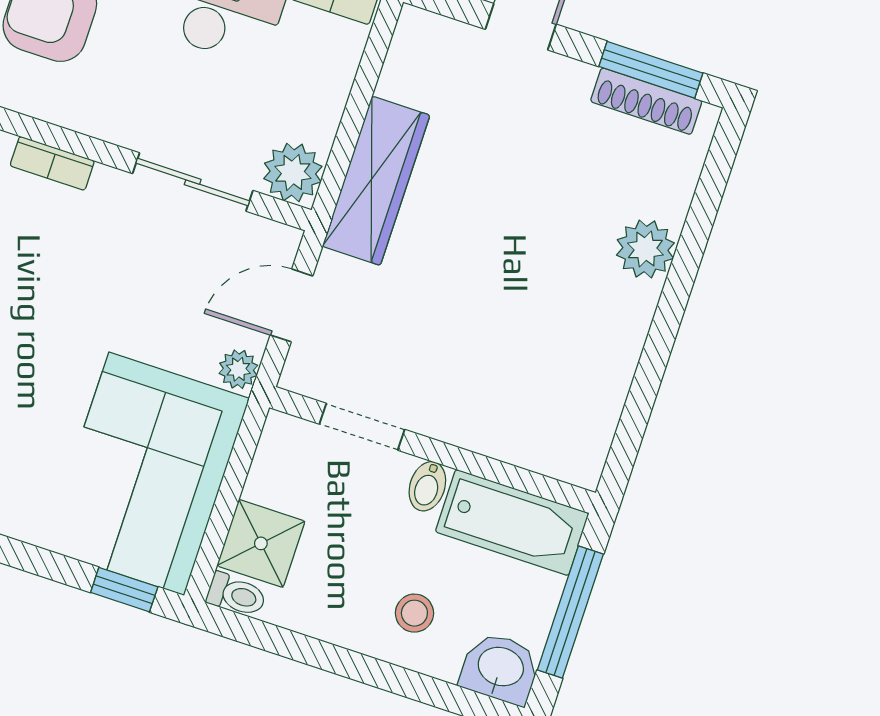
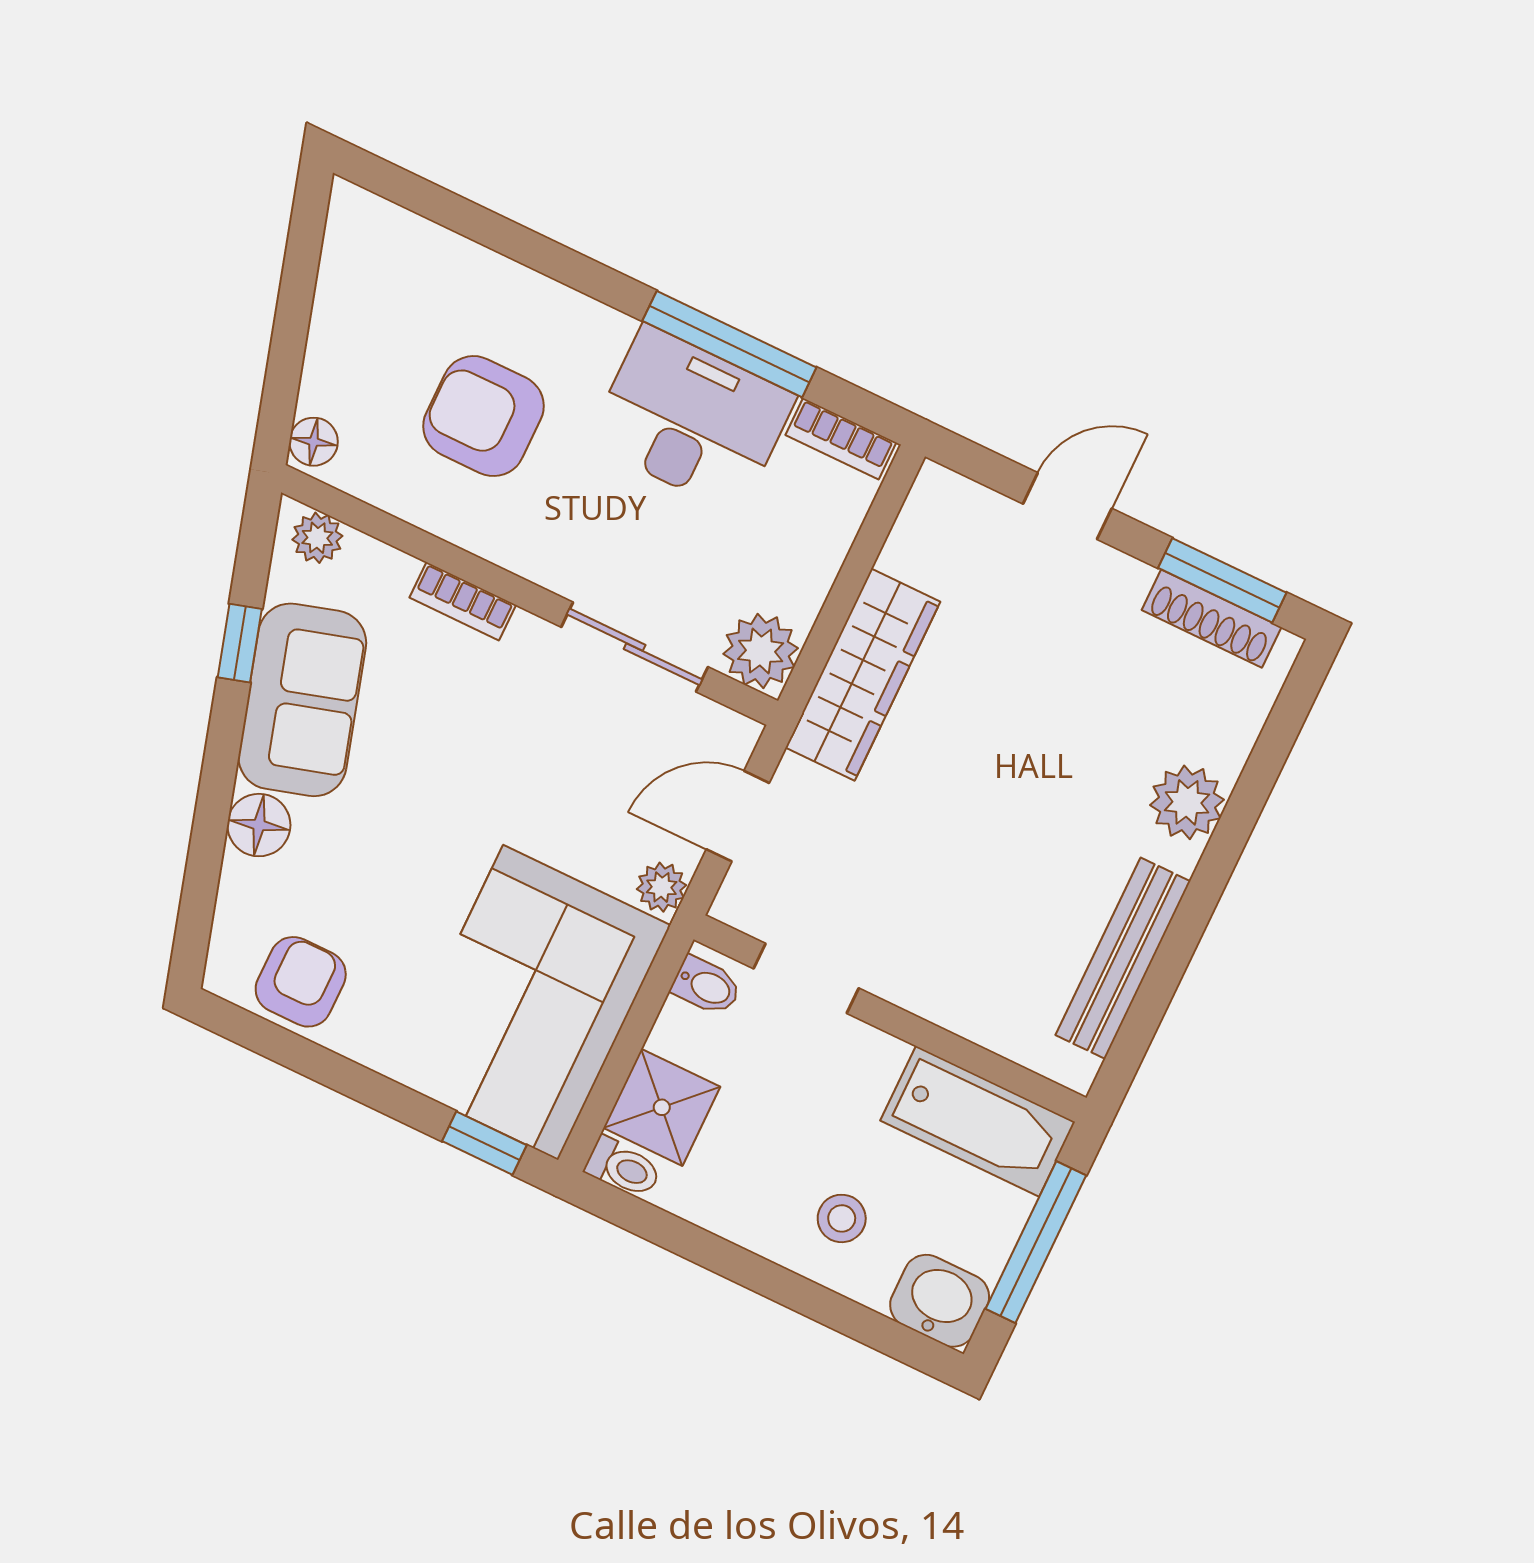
bench: (611, 379) -> (1123, 958), added
bidet: (427, 486) -> (706, 986), moved, turned -90

